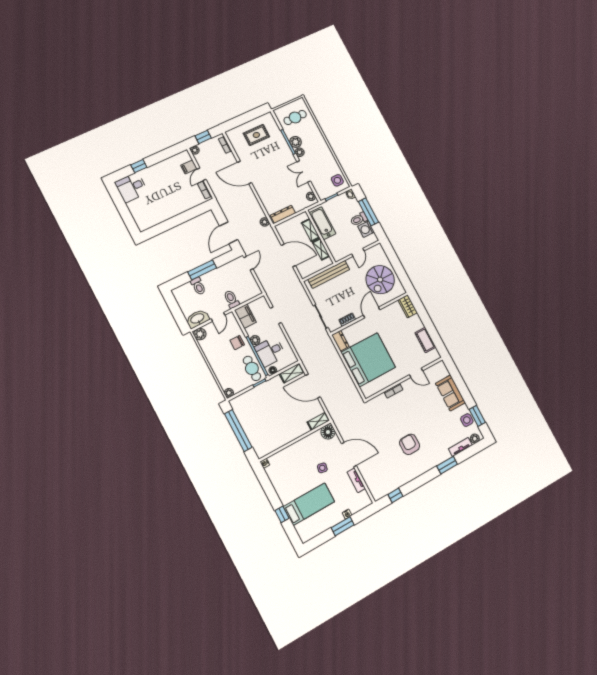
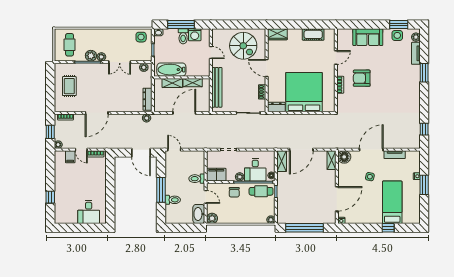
desk: (131, 187) -> (89, 212), moved
armchair: (410, 444) -> (362, 78), moved
door: (284, 447) -> (337, 199), added

